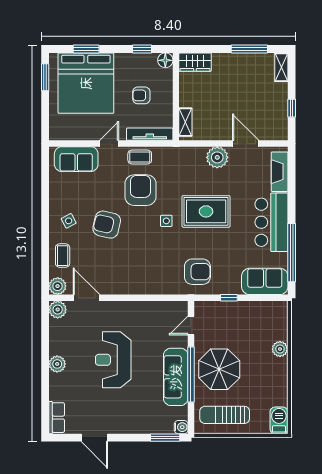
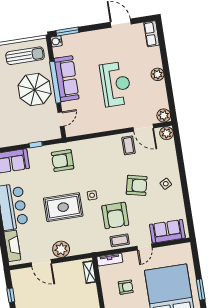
tv unit: (150, 134) -> (110, 260), width x0.71
coffee table: (63, 256) -> (129, 145), moved

